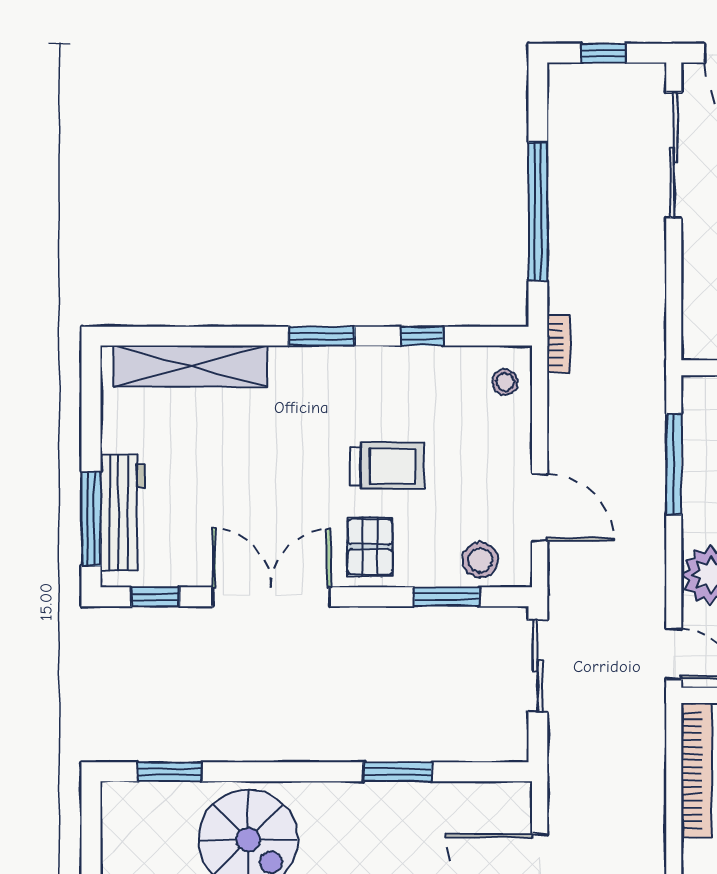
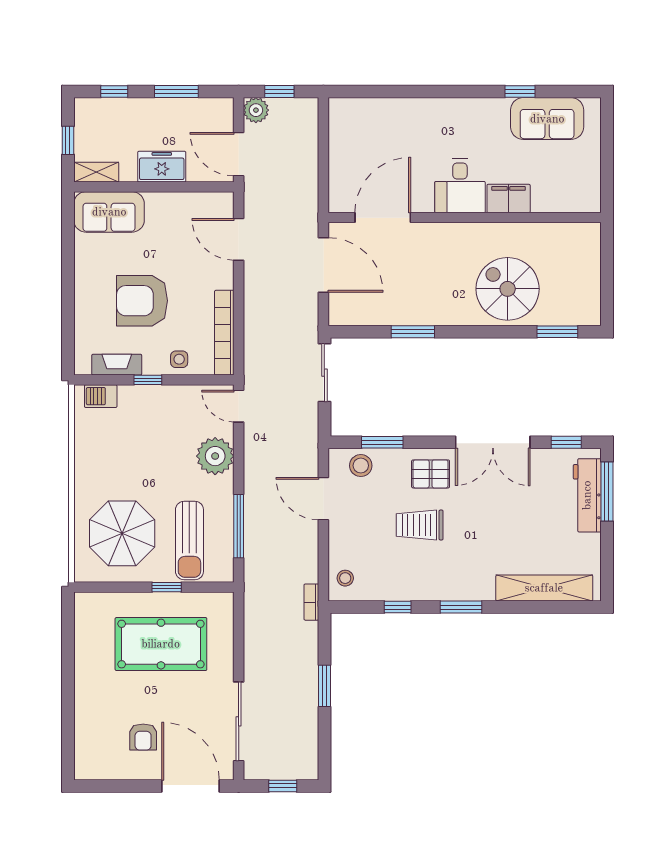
window: (538, 211) -> (324, 686), width x0.47
pallet: (370, 547) -> (431, 474), turned 90
sliding door: (538, 666) -> (324, 373), moved

